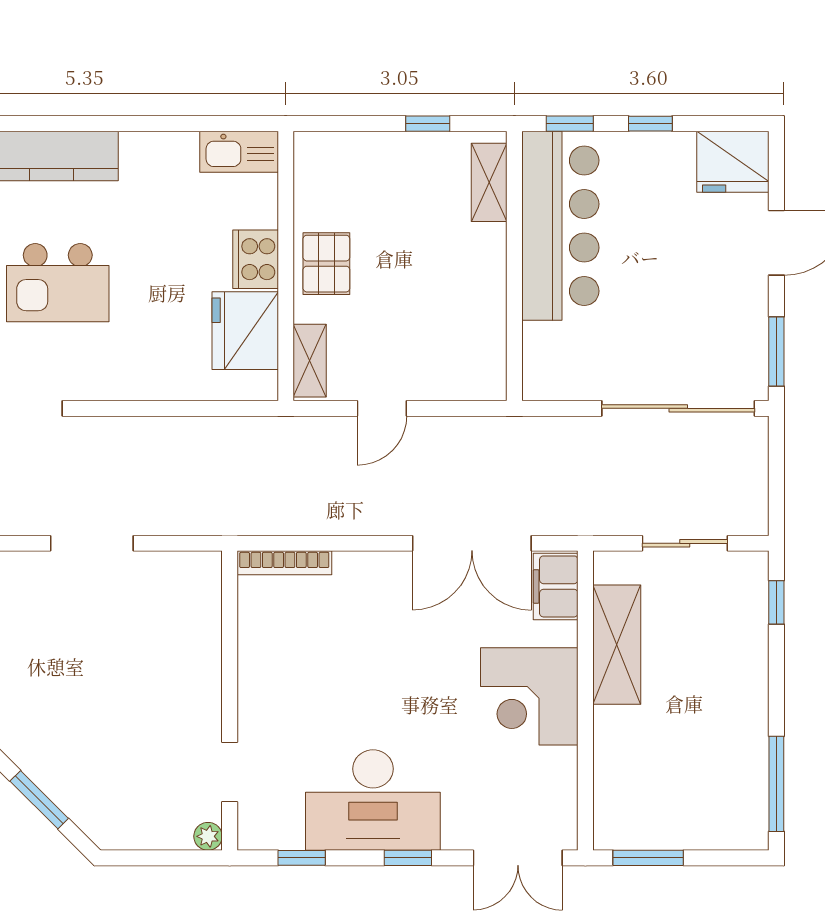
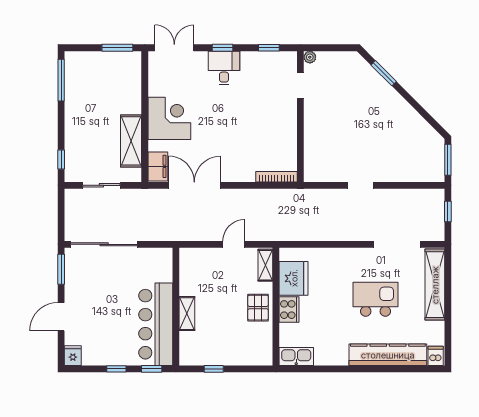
fridge: (733, 162) -> (73, 356), width x0.53, depth x0.75
shelving: (489, 182) -> (187, 314), moved
doorway: (92, 543) -> (361, 185), width x0.73
desk: (373, 800) -> (224, 68), width x0.53, depth x0.77

